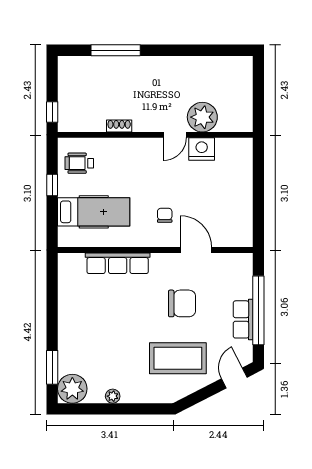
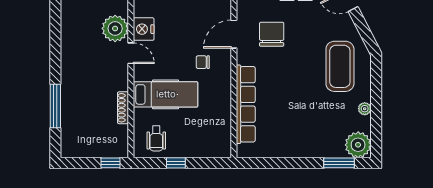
shoe rack: (119, 126) -> (123, 108), width x1.43
hospital bed: (94, 212) -> (166, 94), moved, turned 90
row of seats: (118, 263) -> (246, 104), width x1.36
chair: (182, 303) -> (272, 34), moved
coffee table: (178, 358) -> (340, 66), moved

